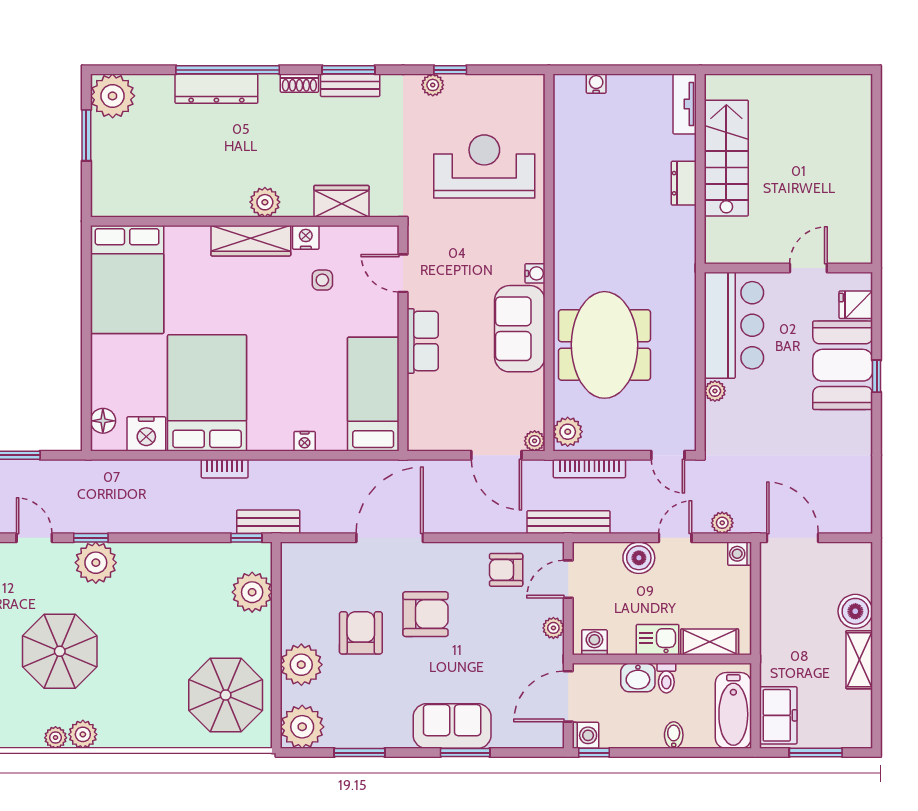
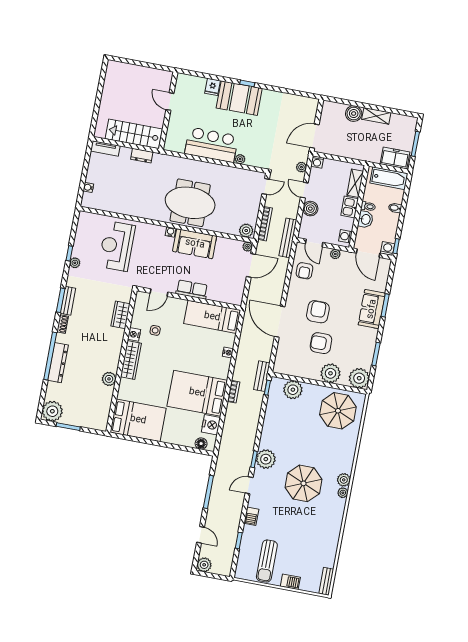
plant: (265, 202) -> (109, 379), moved
wall: (788, 268) -> (168, 111), moved
door: (808, 268) -> (170, 102), moved
meeting table: (604, 345) -> (190, 203), moved

